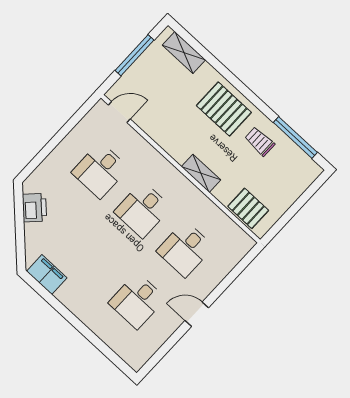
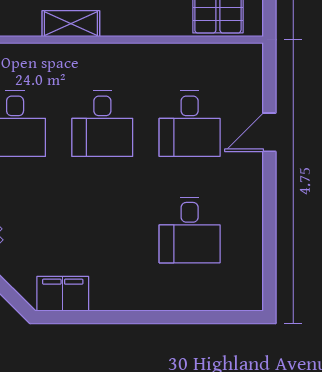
shelving: (201, 173) -> (71, 24), moved
door: (197, 314) -> (269, 132), moved

